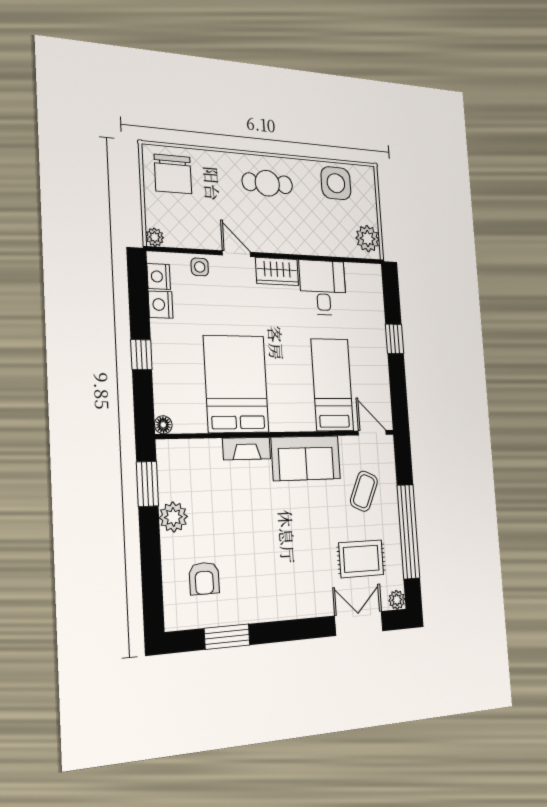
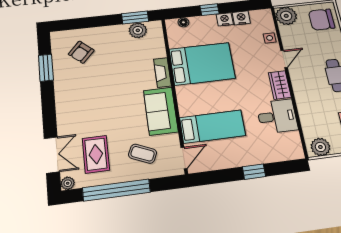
plant: (155, 237) -> (286, 16), width x1.87, depth x1.87
nightstand: (159, 277) -> (225, 19), moved
floor lamp: (163, 425) -> (183, 22), moved
plant: (173, 517) -> (138, 30), moved
armchair: (204, 578) -> (81, 52), turned -48

